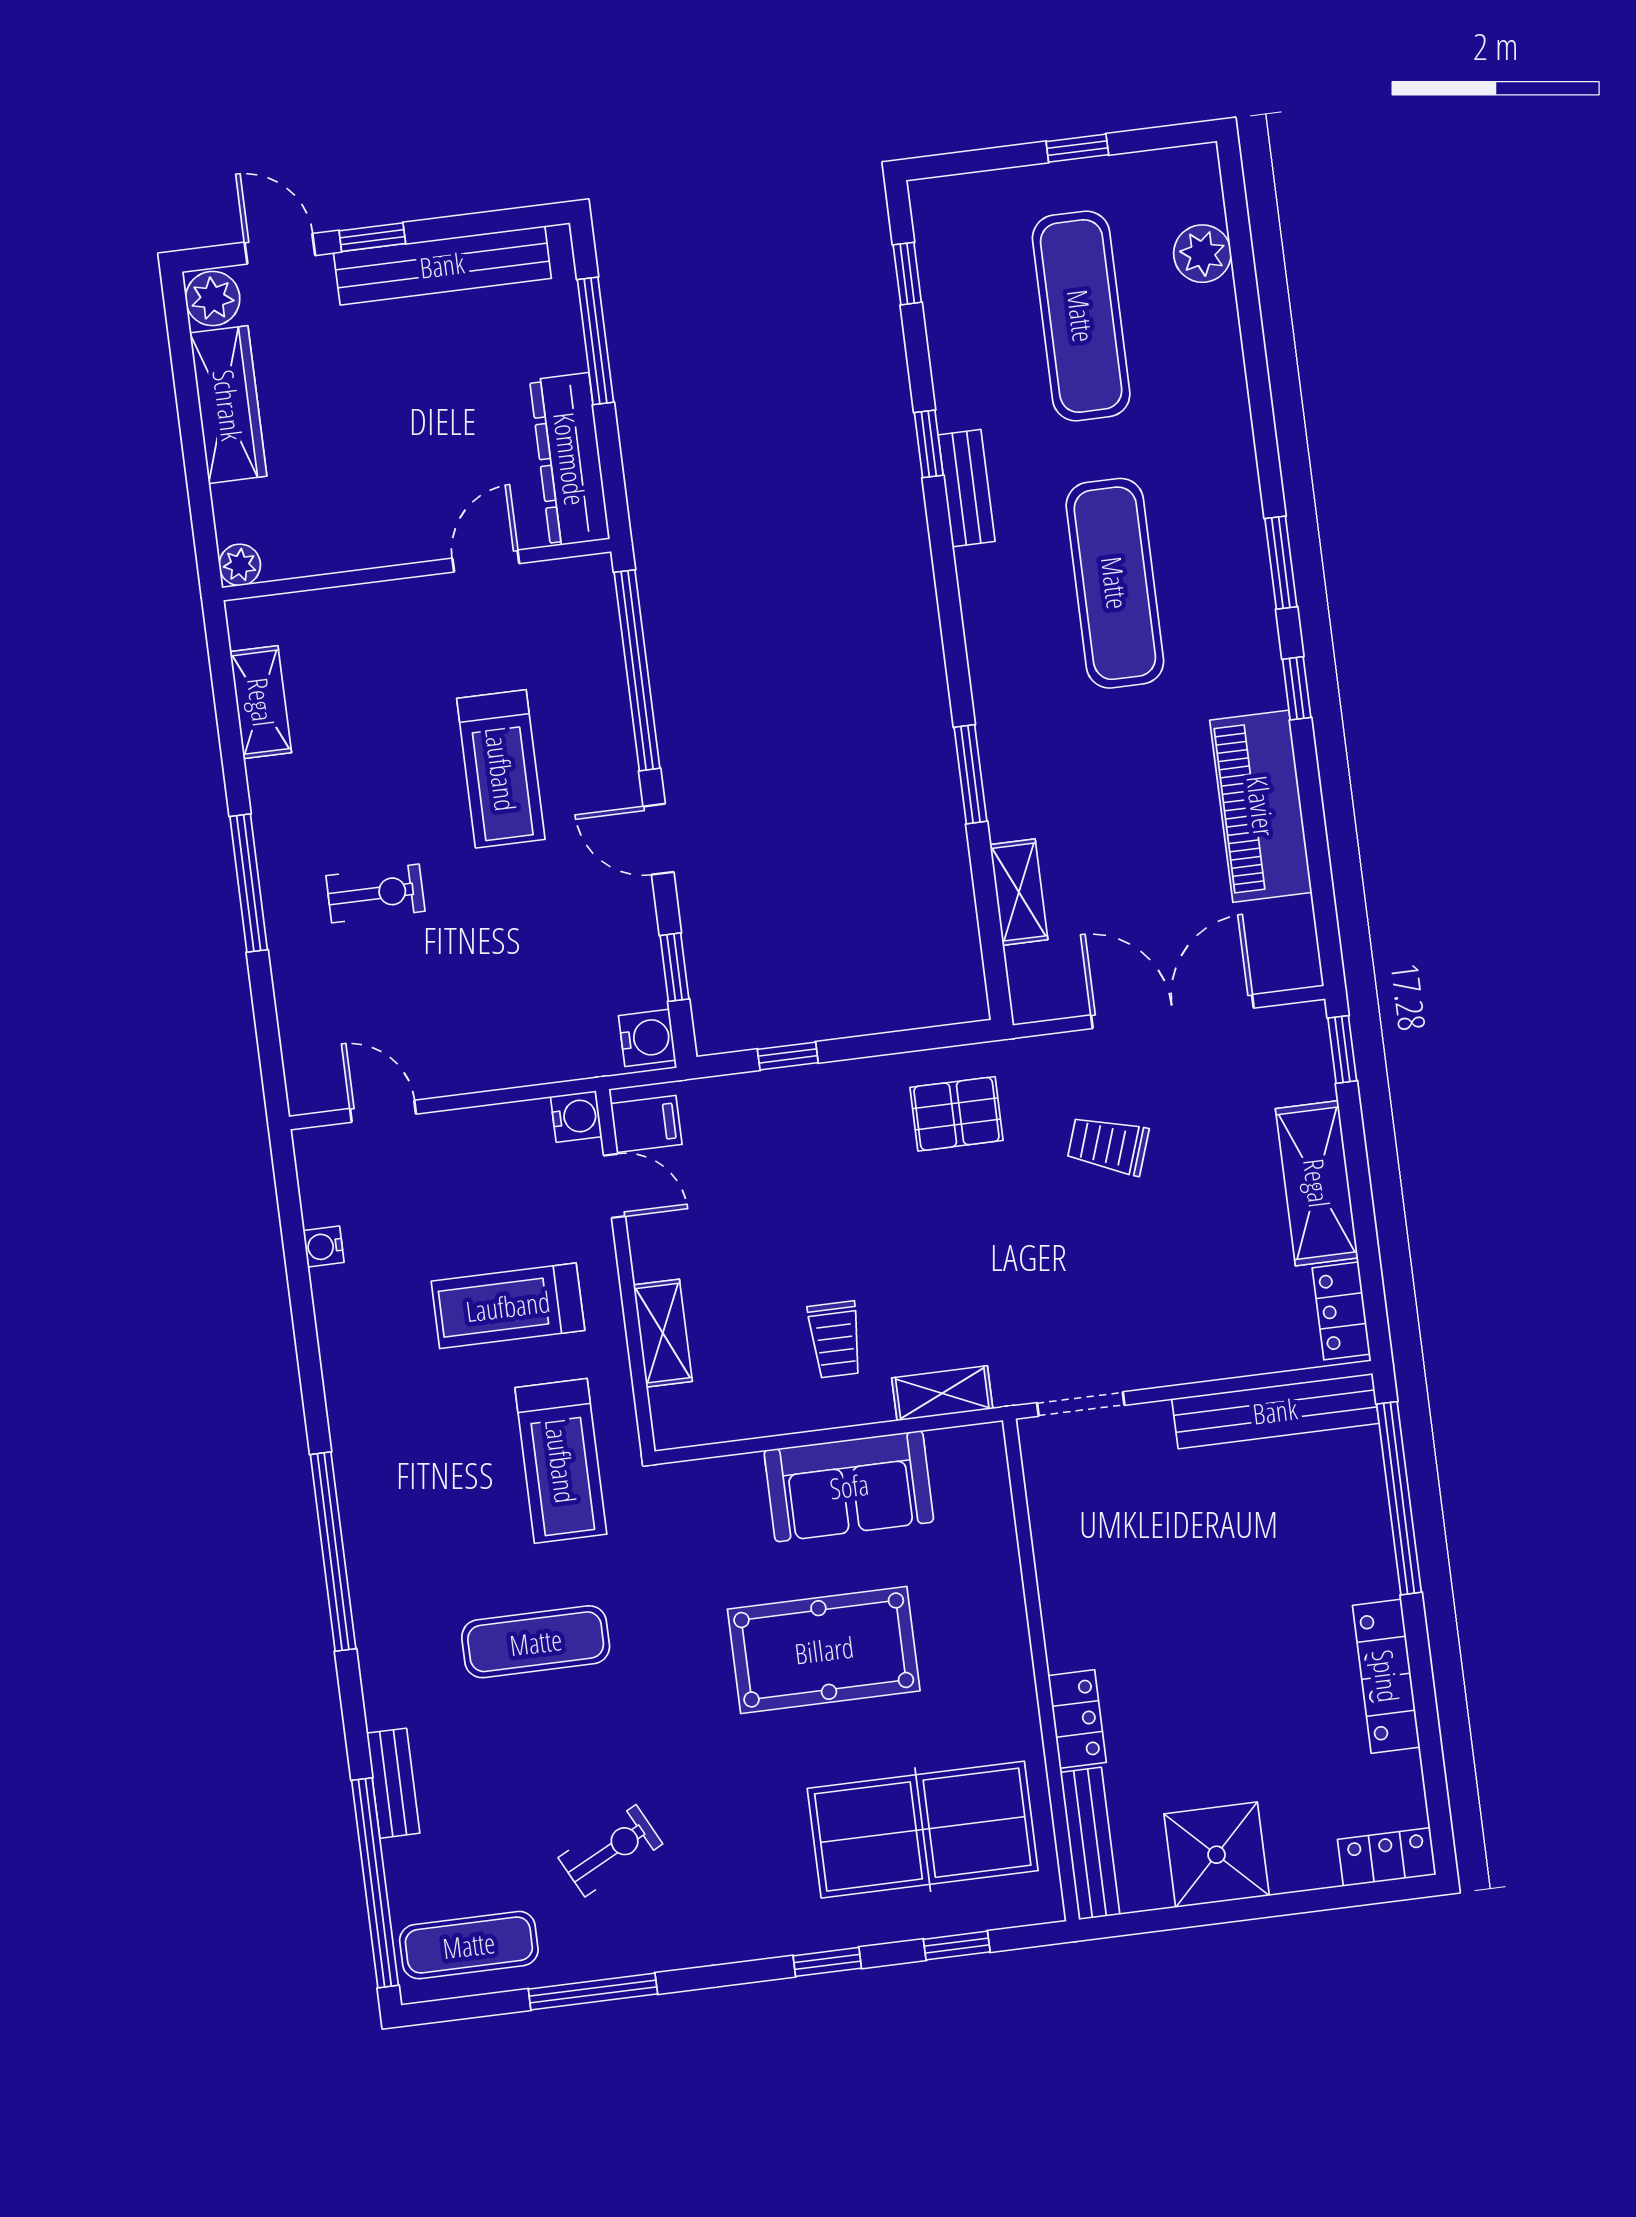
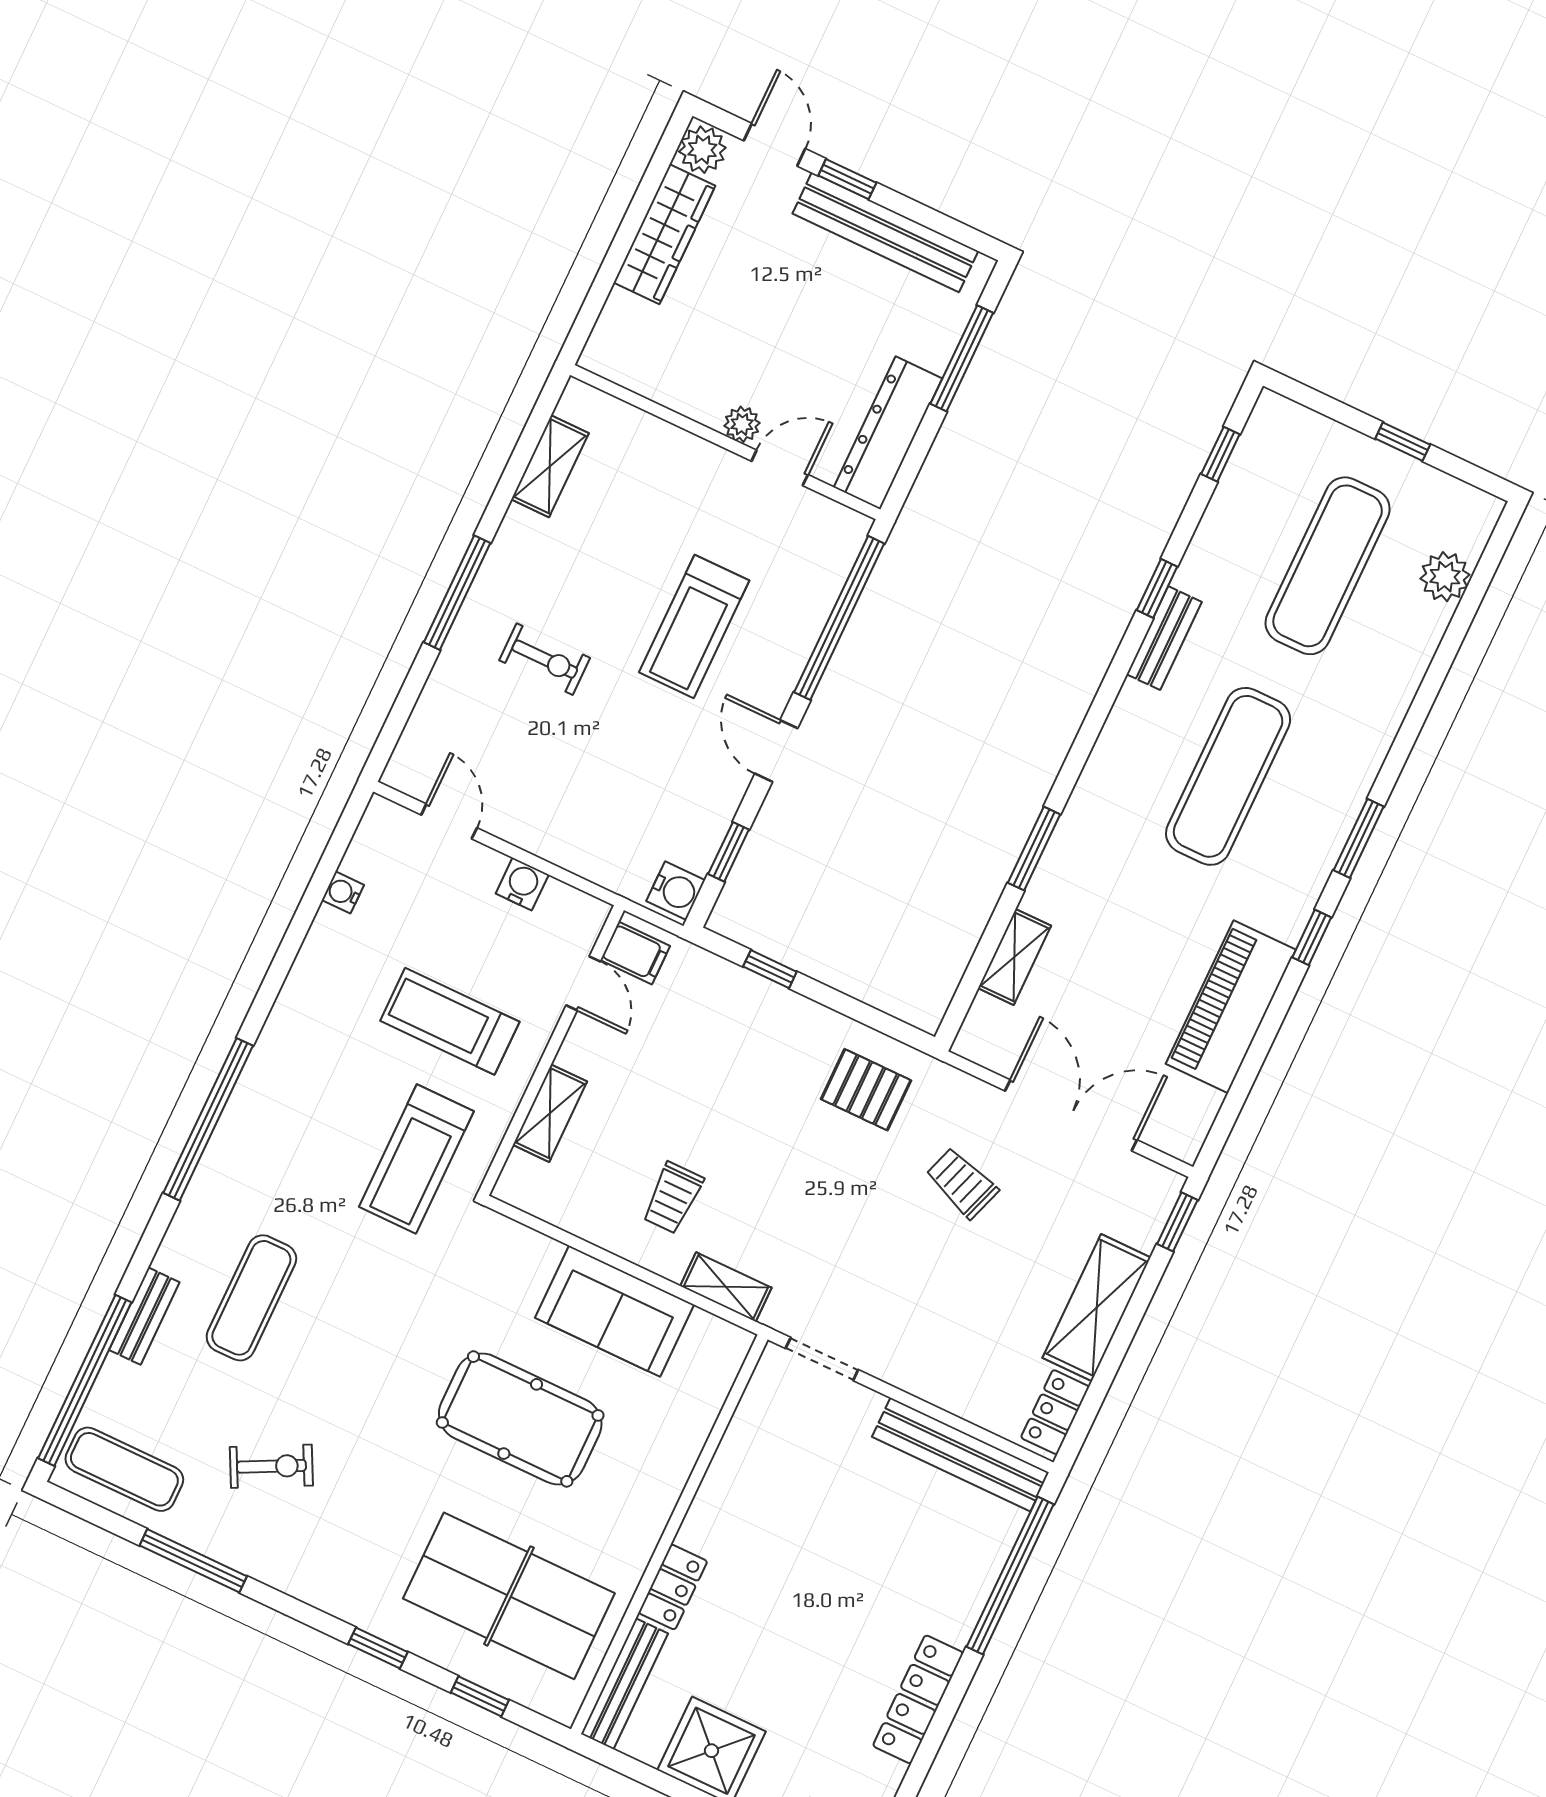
plant: (240, 565) -> (742, 424), moved
water cooler: (576, 1116) -> (522, 884), moved, turned -90
exercise mat: (536, 1642) -> (251, 1298), moved, turned 90

